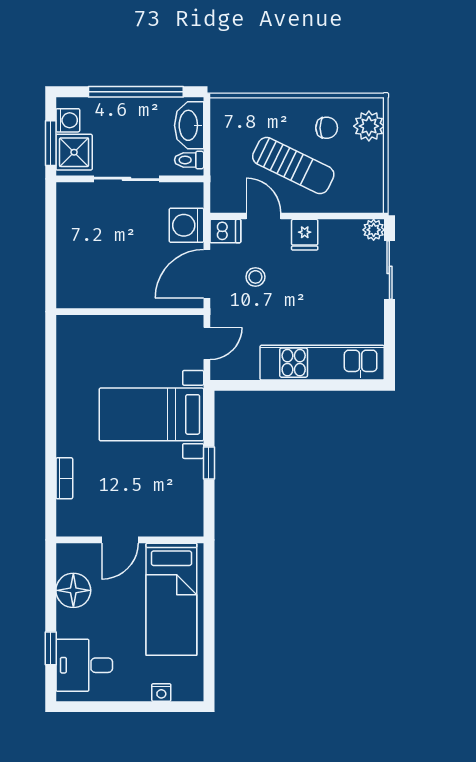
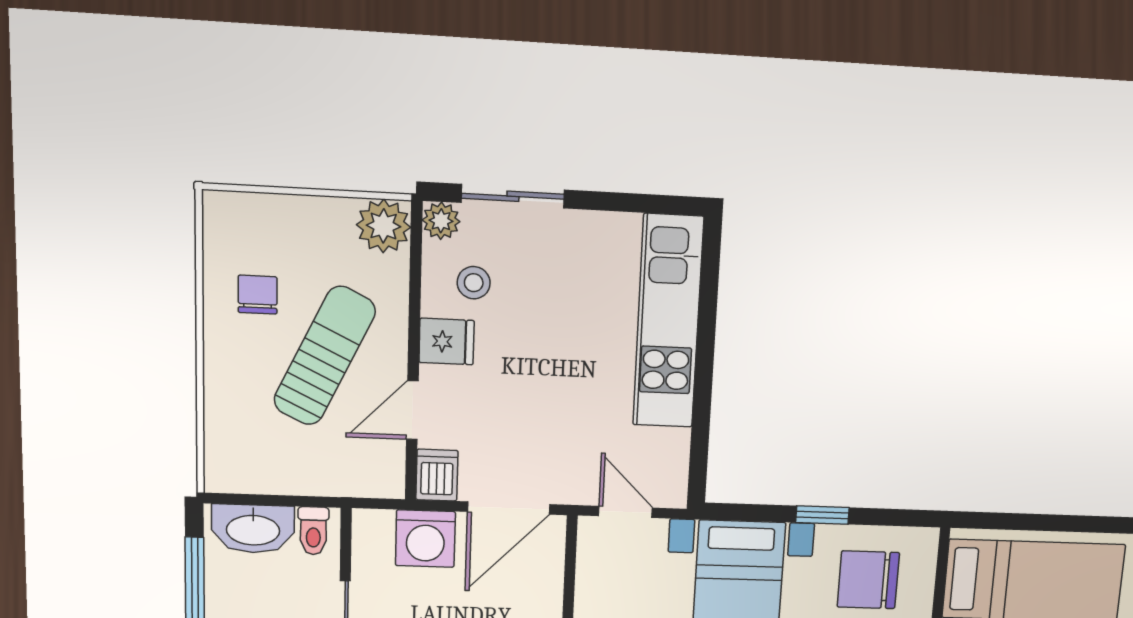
plant: (369, 126) -> (384, 226), moved
door: (207, 274) -> (509, 508), hinge flipped
stool: (255, 277) -> (474, 283), moved
chair: (169, 495) -> (868, 580), added

